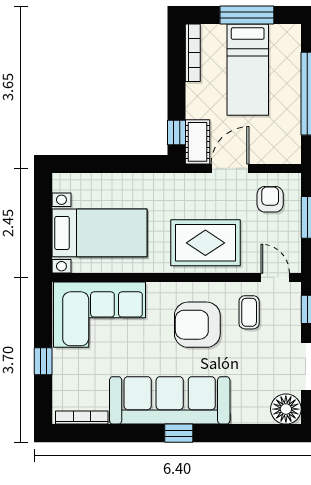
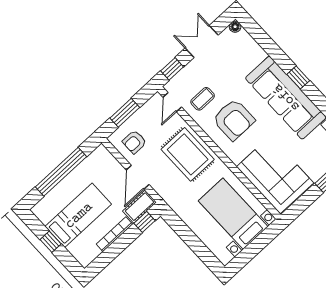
window: (247, 15) -> (51, 242), width x0.46
bookcase: (193, 53) -> (114, 234), moved
door: (230, 168) -> (138, 177), hinge flipped
floor lamp: (286, 409) -> (235, 27), width x0.53, depth x0.53

